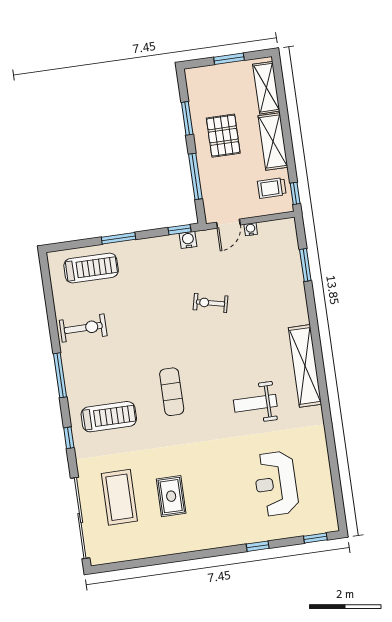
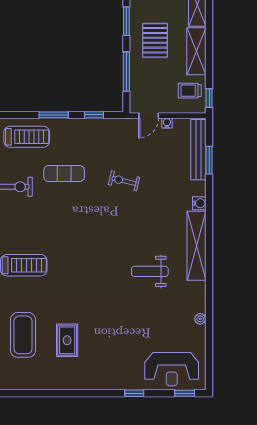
window: (179, 230) -> (94, 115), moved
water cooler: (188, 240) -> (199, 203), moved, turned 90
bench: (291, 255) -> (198, 150), added
exercise mat: (172, 392) -> (64, 174), moved, turned 90
plant: (321, 450) -> (200, 319), added
reception desk: (276, 484) -> (172, 369), moved, turned -90

